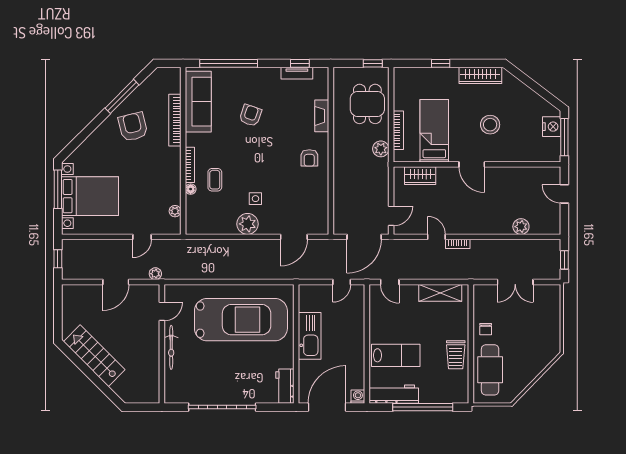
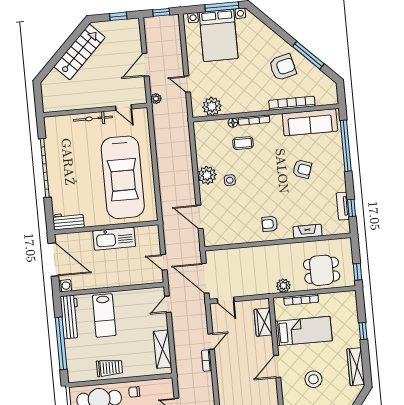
plant: (175, 211) -> (212, 106), width x1.88, depth x1.88
door: (116, 282) -> (146, 65), hinge flipped
window: (58, 308) -> (118, 16), added
trolley: (456, 355) -> (109, 368), turned 180

